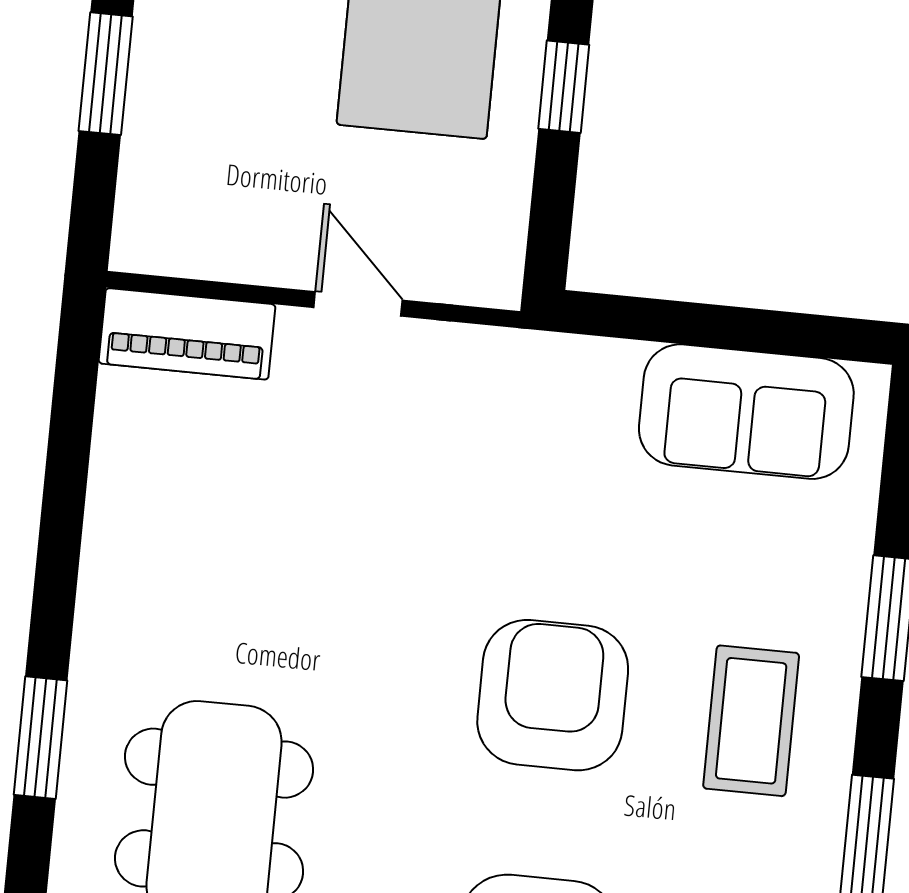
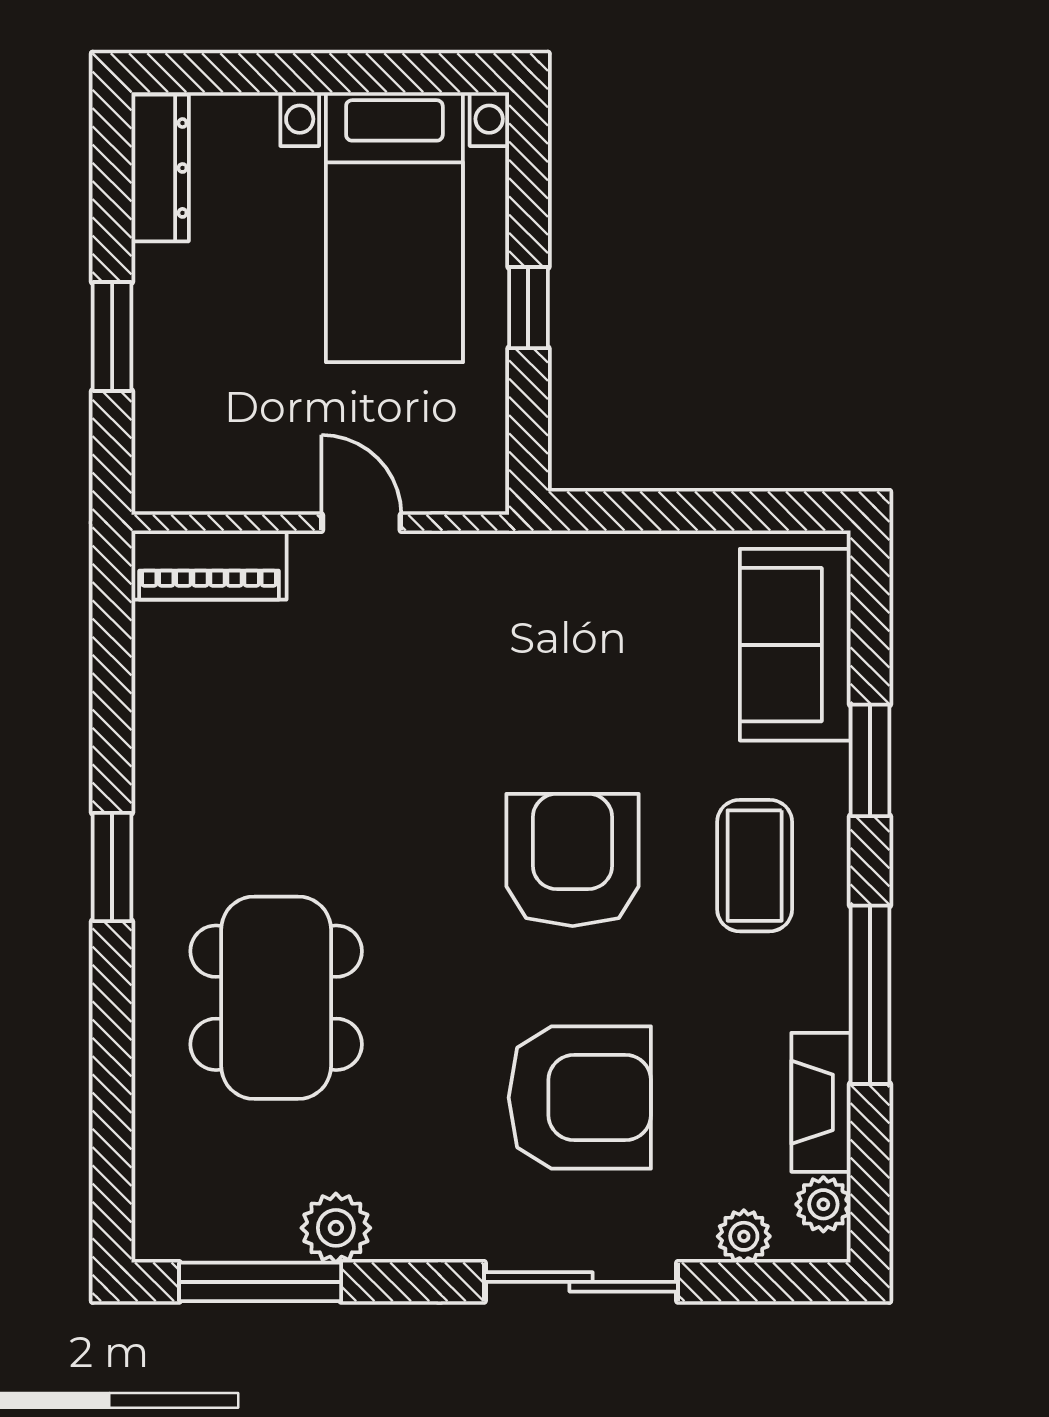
sofa: (746, 412) -> (795, 645), moved, turned 90
window: (40, 738) -> (112, 867), moved

